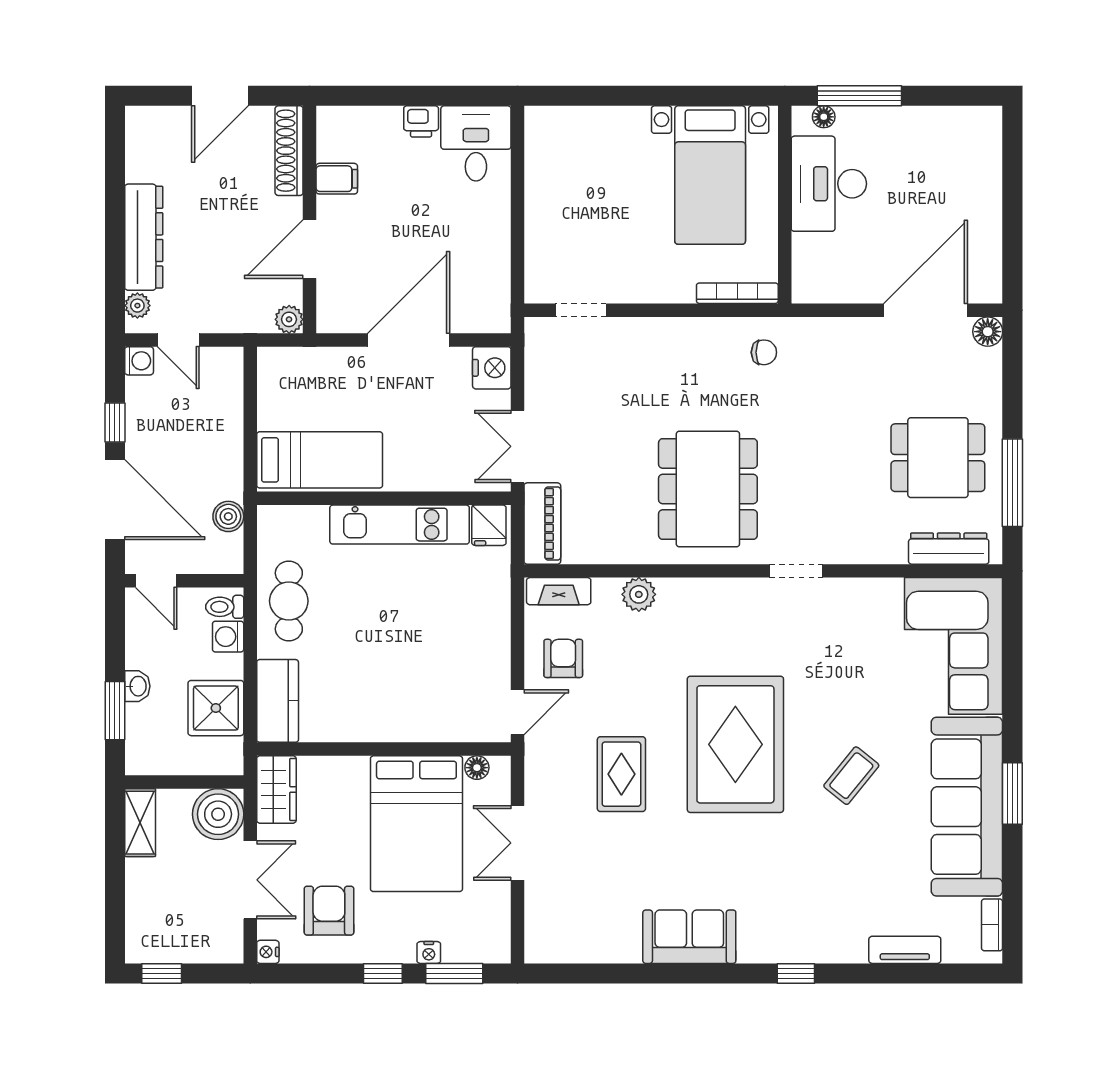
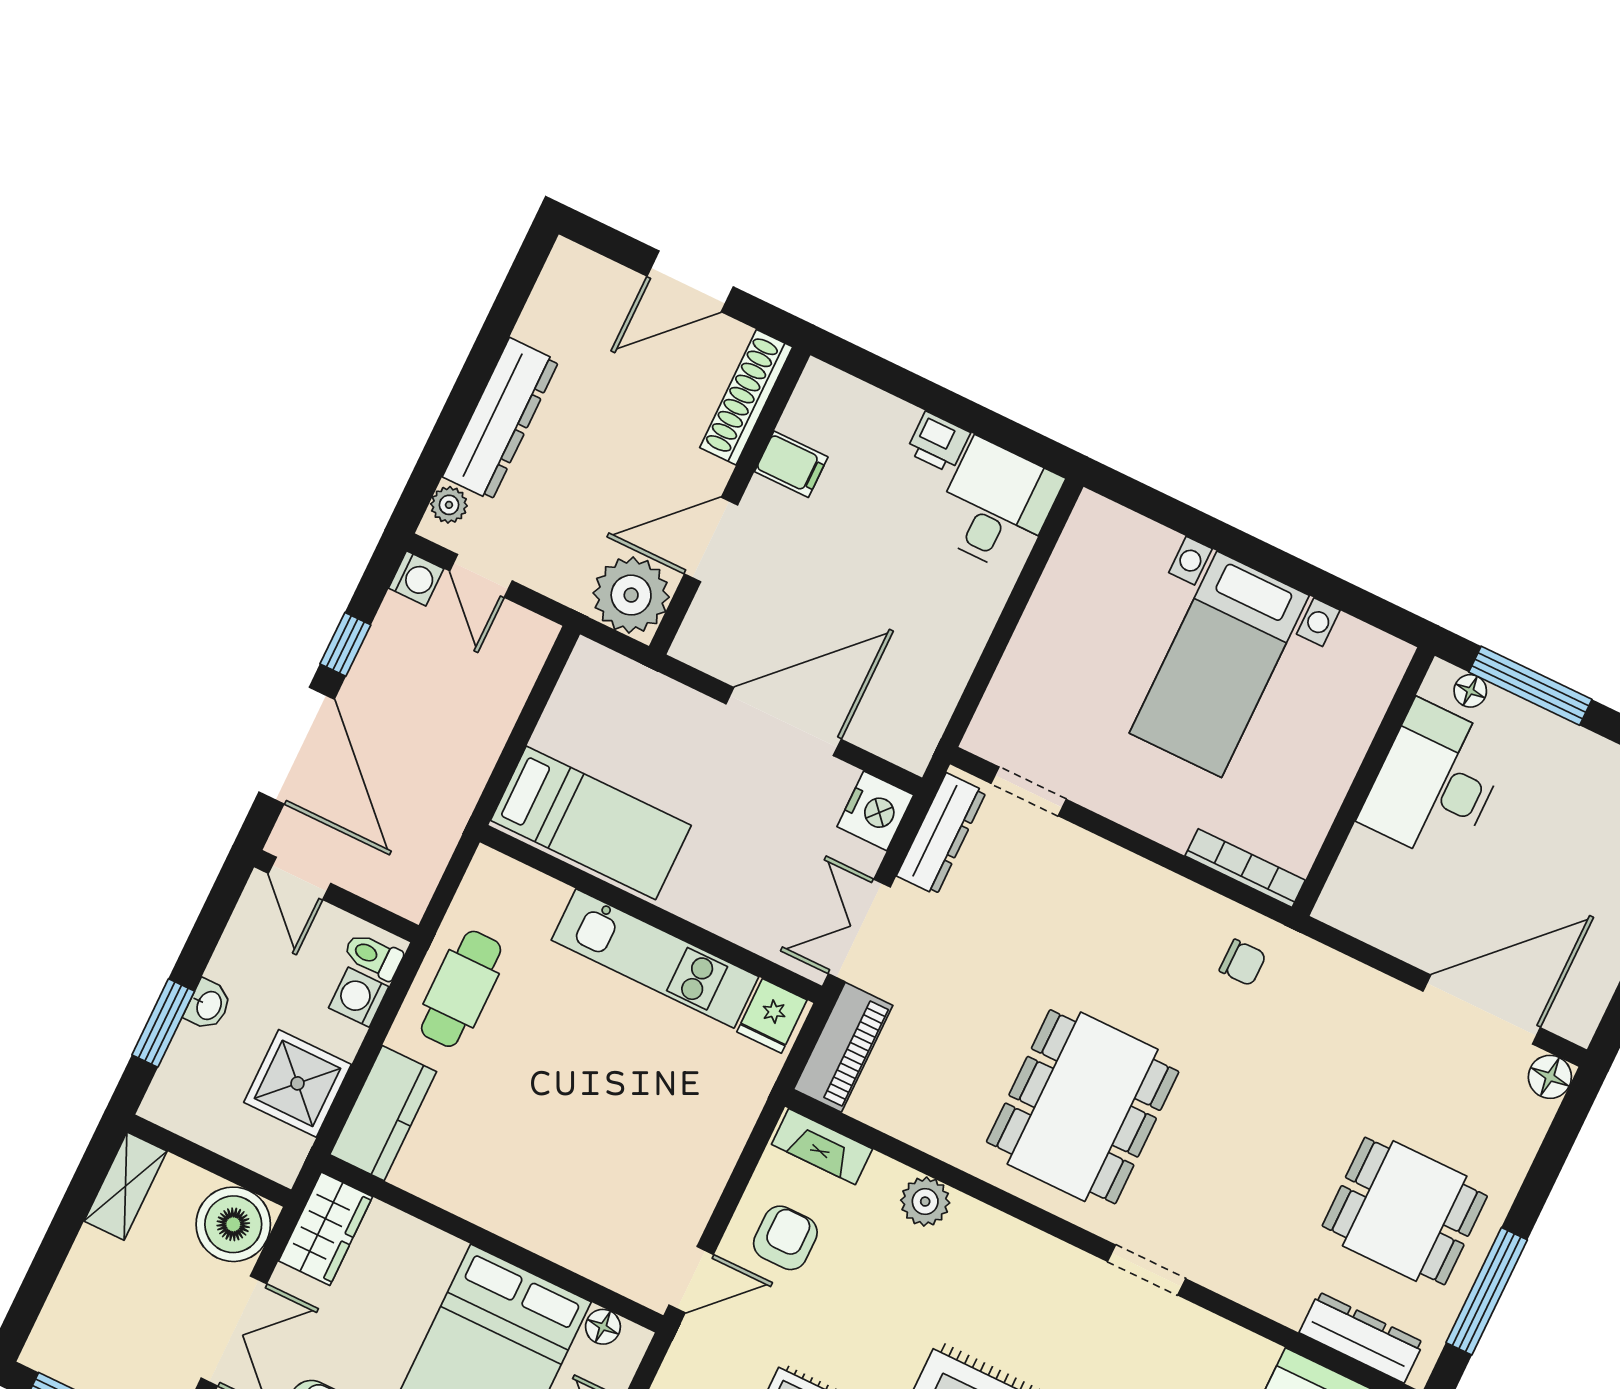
bed with nightstands: (710, 175) -> (1219, 664), moved
plant: (289, 319) -> (631, 595), width x1.87, depth x1.87
dresser: (539, 362) -> (941, 834), added
boiler: (228, 516) -> (435, 839), removed

